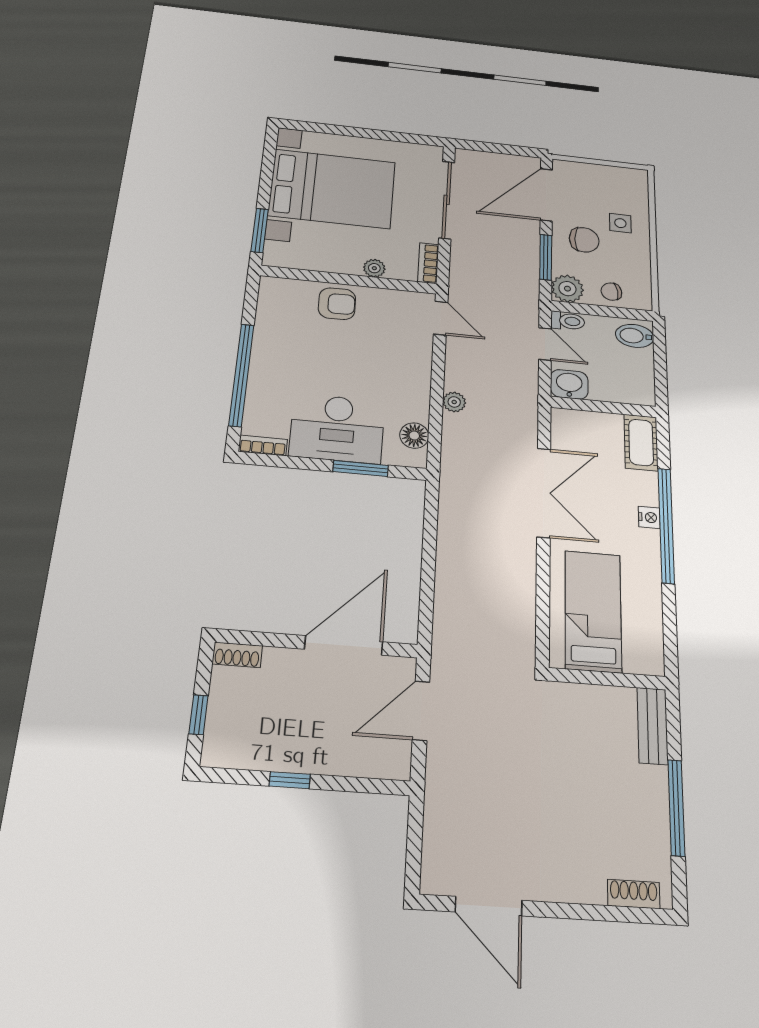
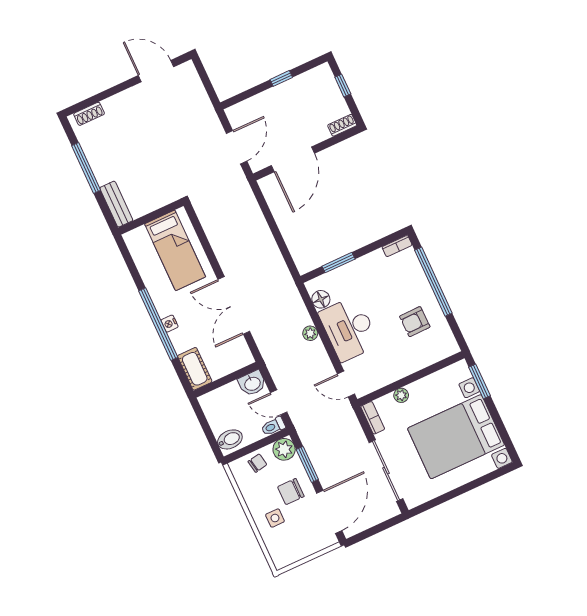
armchair: (337, 304) -> (415, 322), moved
desk: (337, 428) -> (349, 329), moved, turned -90

